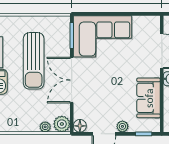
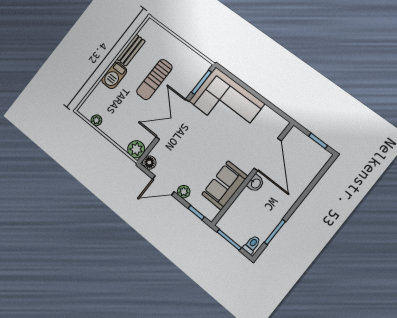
sun lounger: (34, 61) -> (154, 80), width x0.73, depth x0.75
plant: (45, 127) -> (96, 120), moved

